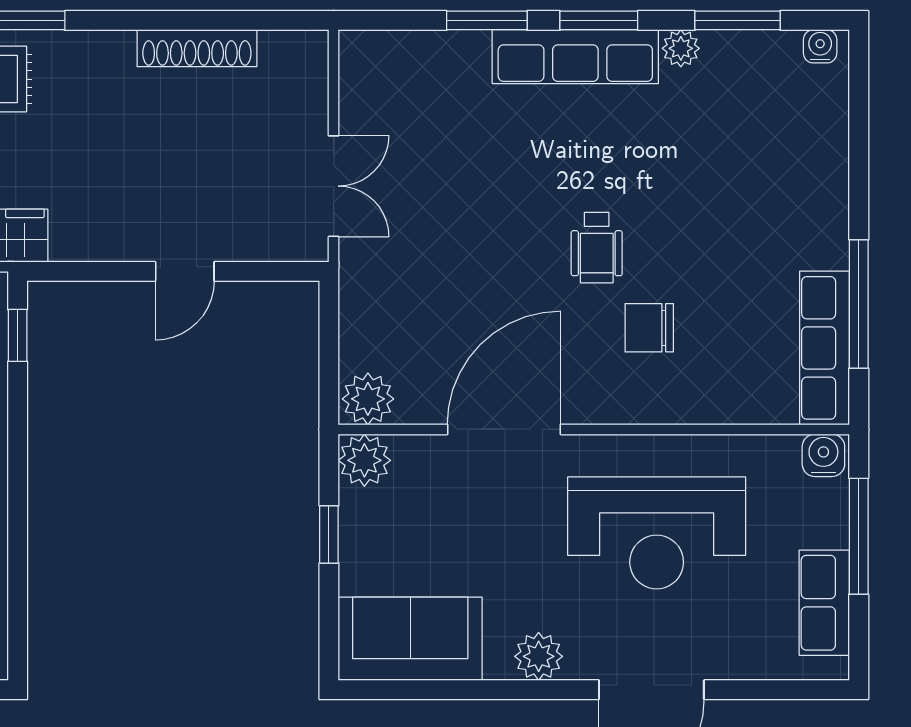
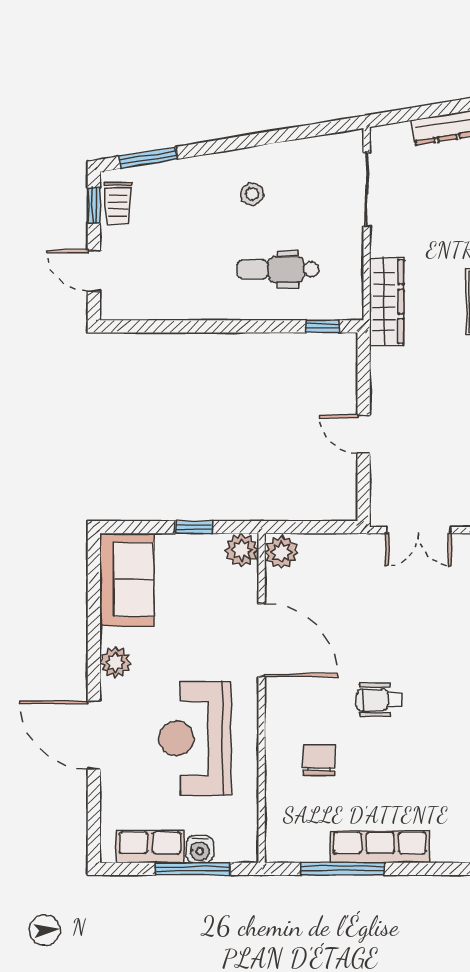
chair: (649, 328) -> (319, 760), moved
row of seats: (825, 348) -> (380, 847), moved
water cooler: (823, 455) -> (200, 849), moved, turned 90

